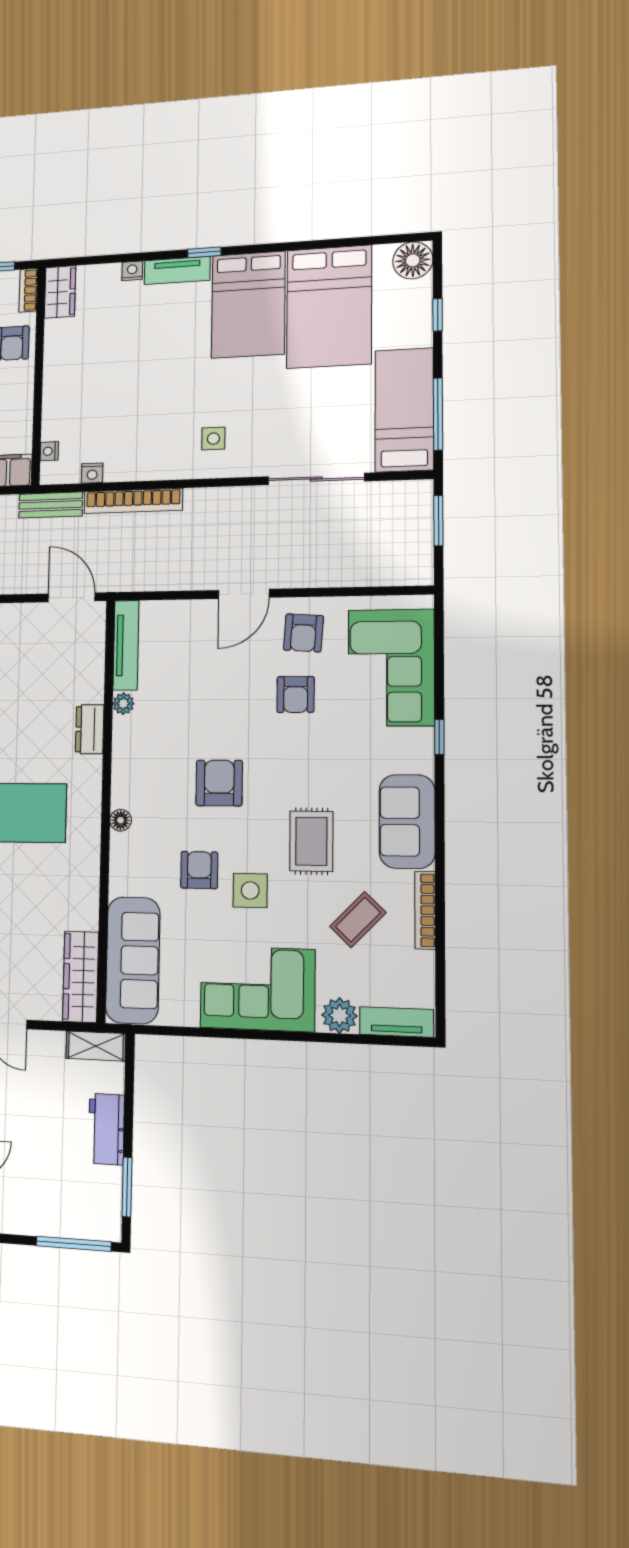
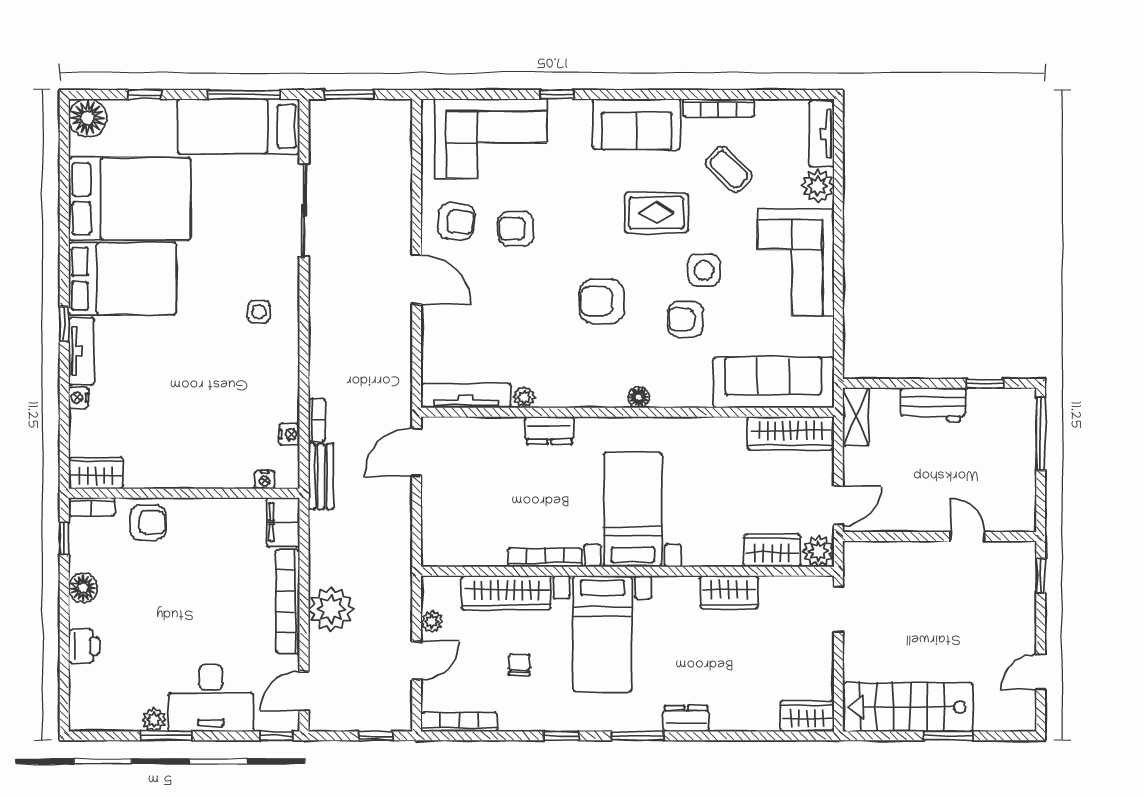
bookcase: (133, 501) -> (317, 420), width x0.43, depth x0.76
armchair: (296, 694) -> (516, 229), turned 180
window: (127, 1187) -> (985, 383), width x0.67

